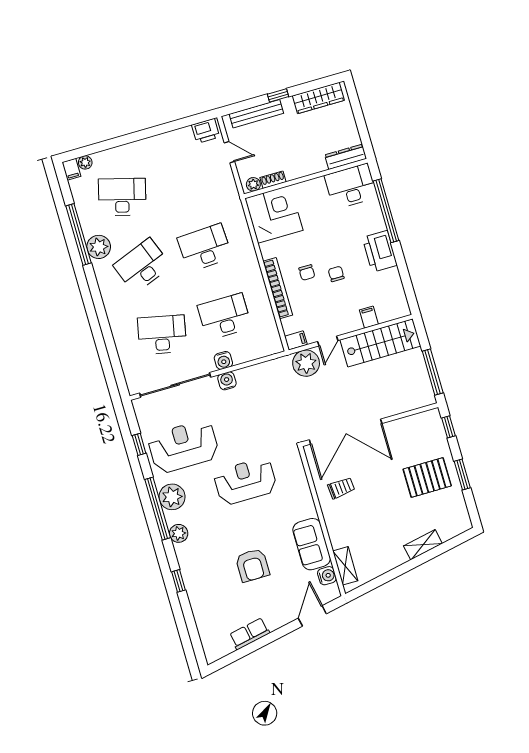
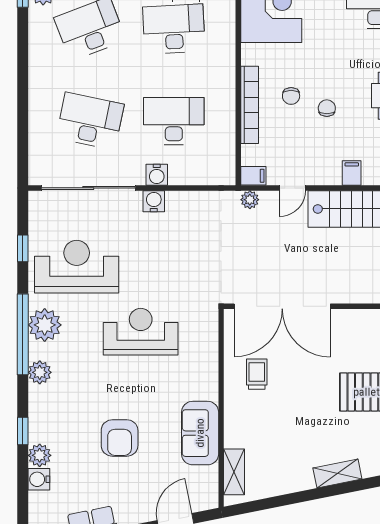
plant: (306, 363) -> (250, 200), width x0.53, depth x0.53
trolley: (341, 488) -> (257, 374), turned -85
water cooler: (327, 576) -> (39, 479), moved, turned 180
plant: (196, 595) -> (40, 455), added

